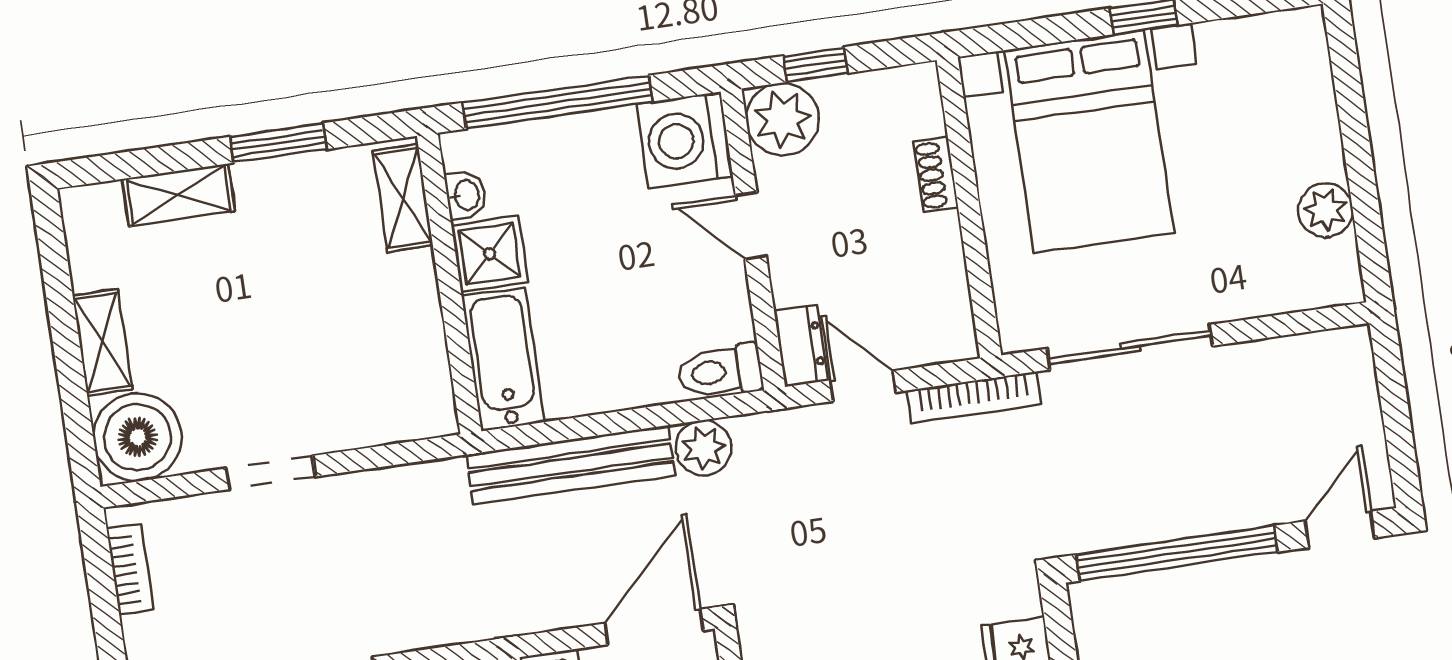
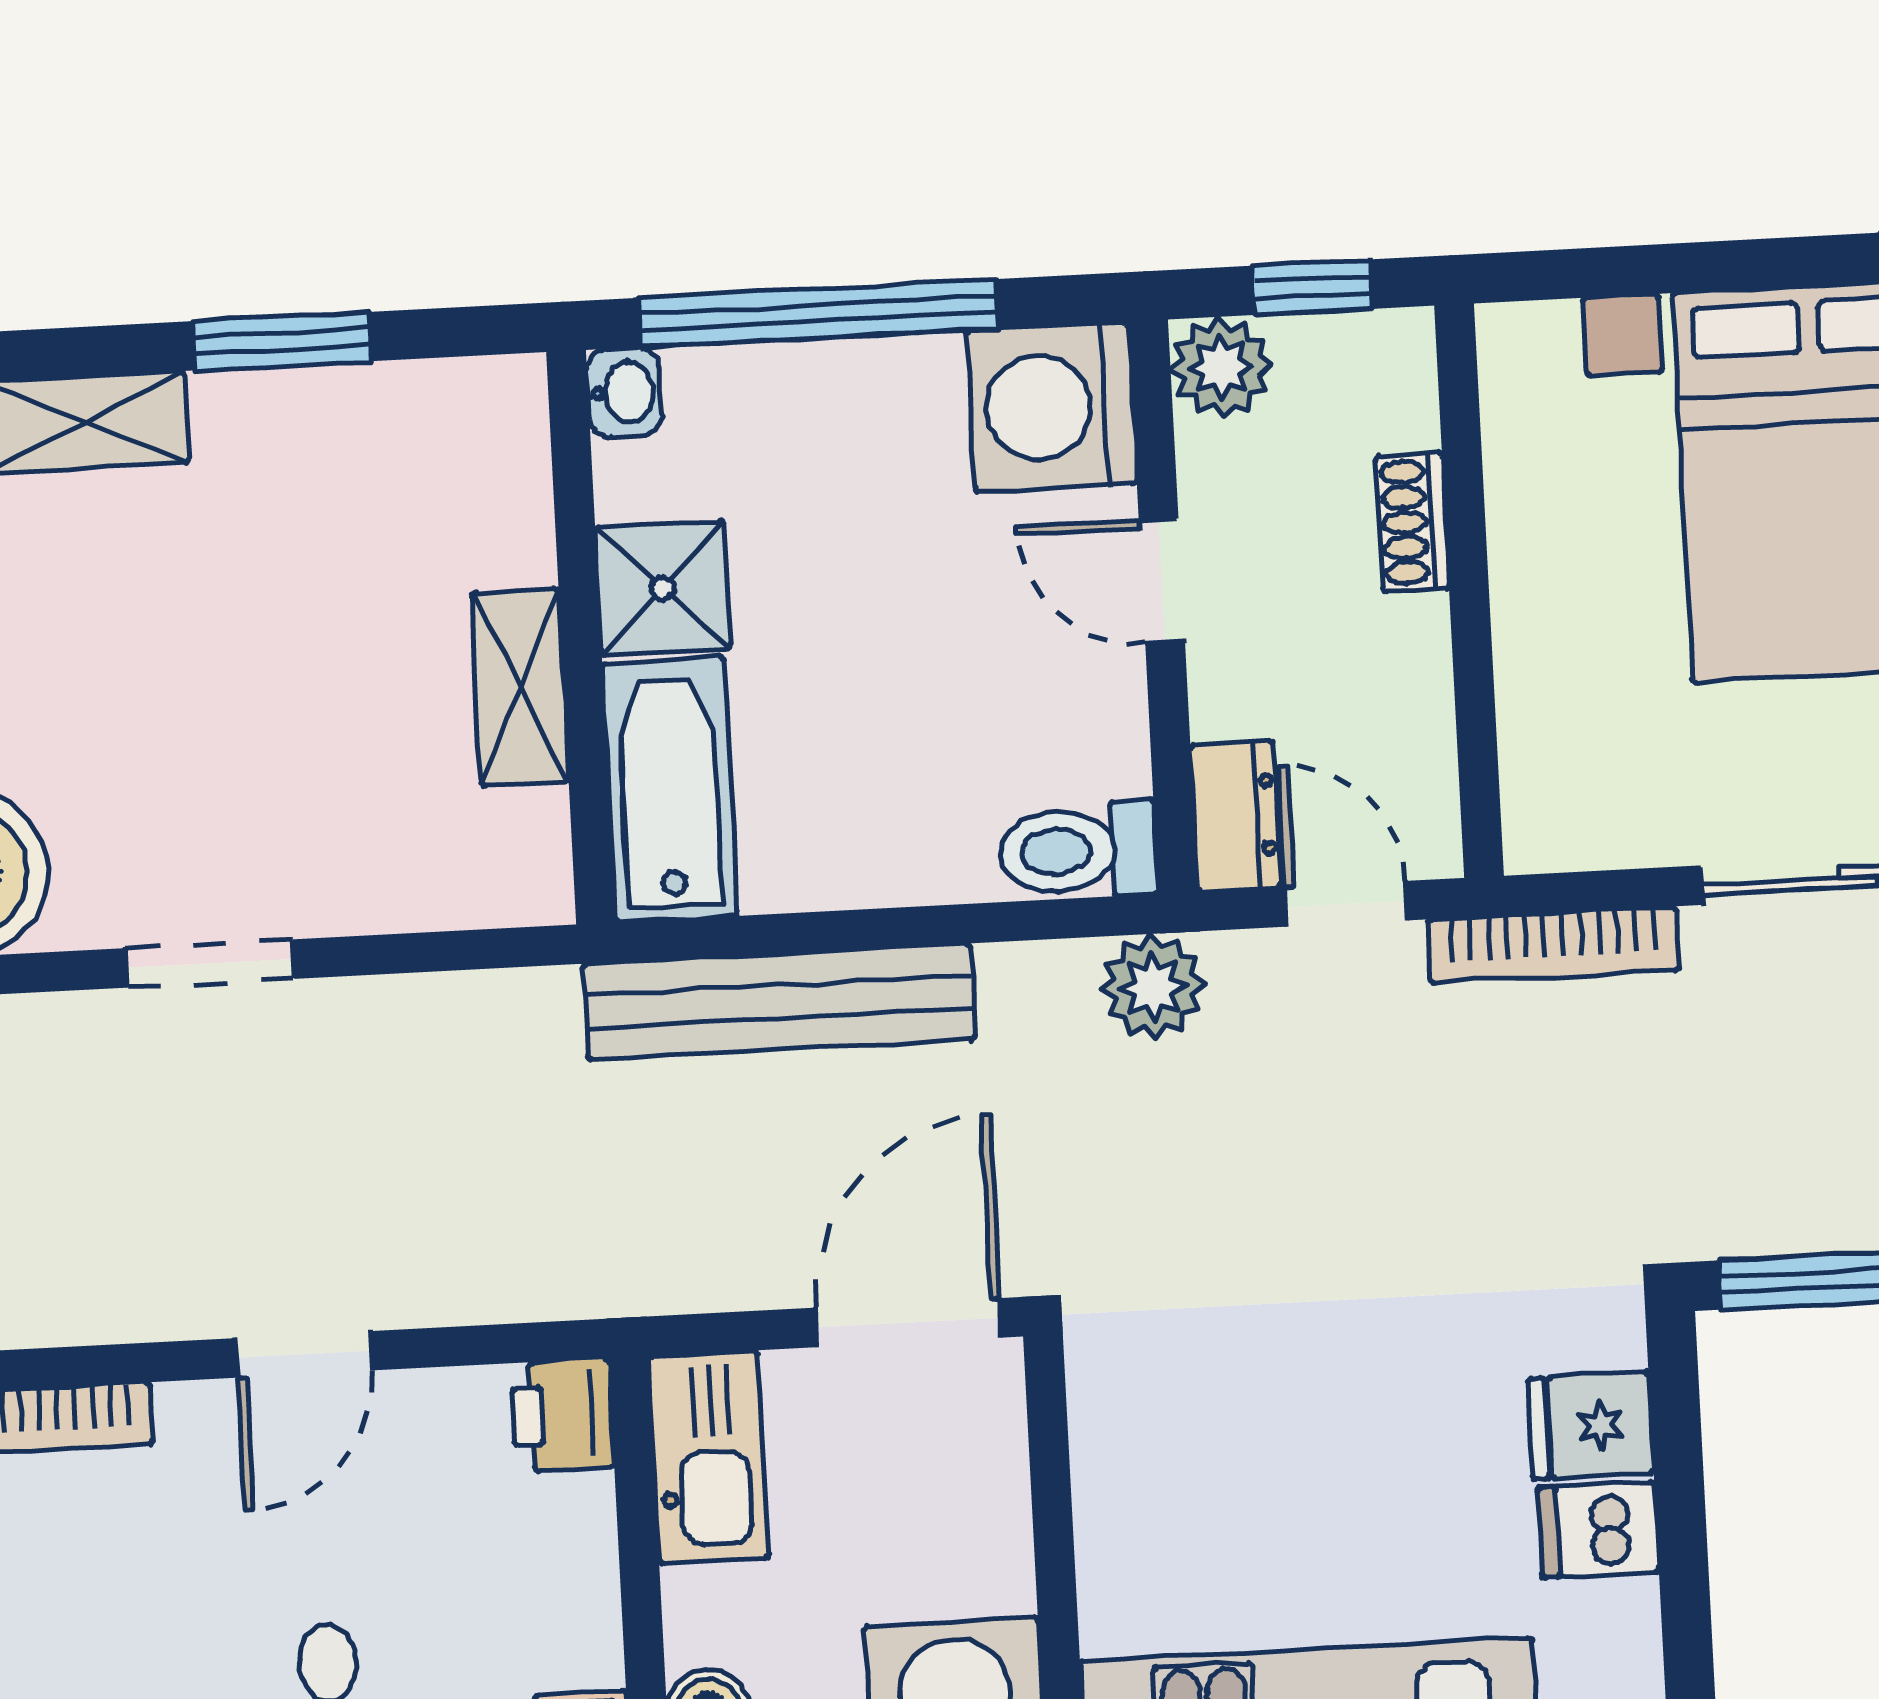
plant: (782, 119) -> (1221, 367), width x0.73, depth x0.73
shoe rack: (936, 175) -> (1412, 522), moved
washbasin: (466, 195) -> (624, 392), moved
shelving: (403, 198) -> (520, 687), moved
wall: (969, 208) -> (1469, 591), moved
plant: (704, 448) -> (1153, 987), moved

